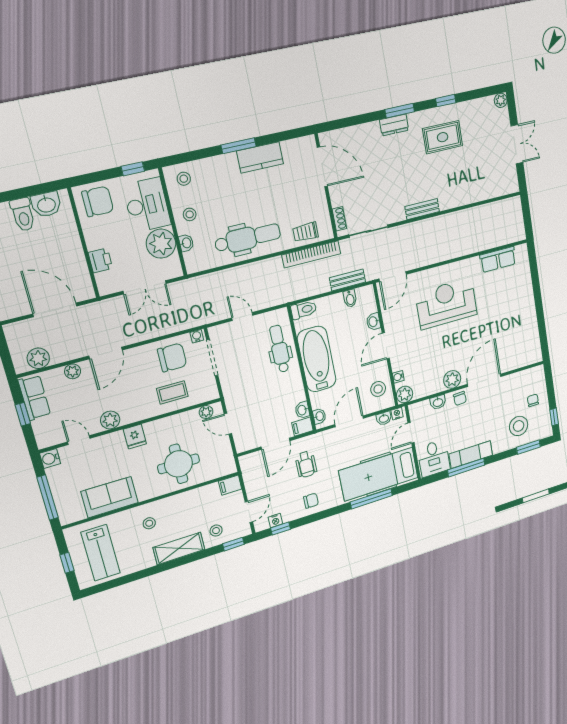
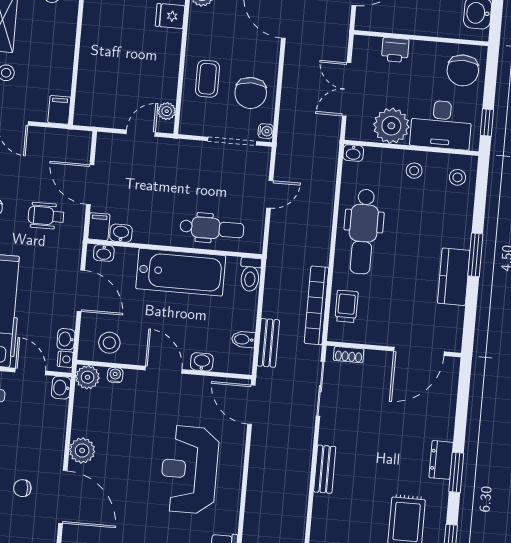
washbasin: (186, 243) -> (353, 153), moved
reception desk: (446, 304) -> (189, 470), turned 180
chair: (460, 398) -> (22, 488), moved
washbasin: (438, 402) -> (61, 388), moved
round table: (179, 464) -> (114, 56), removed

